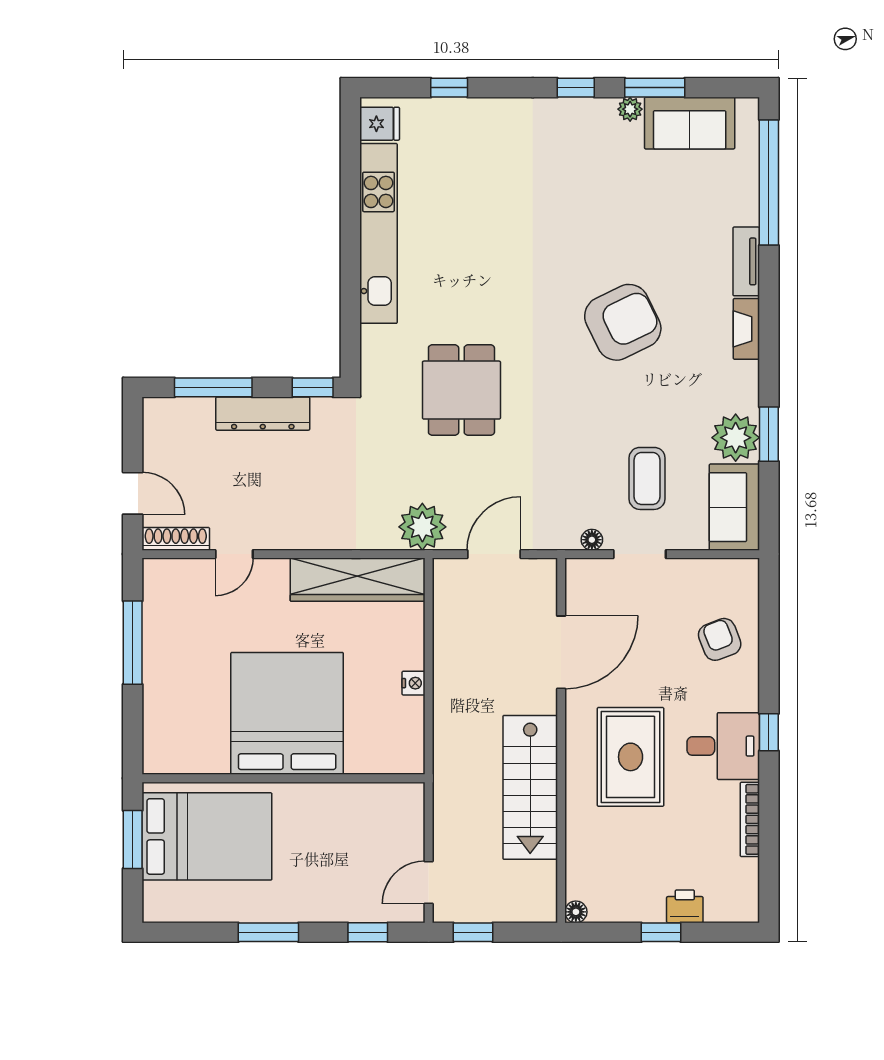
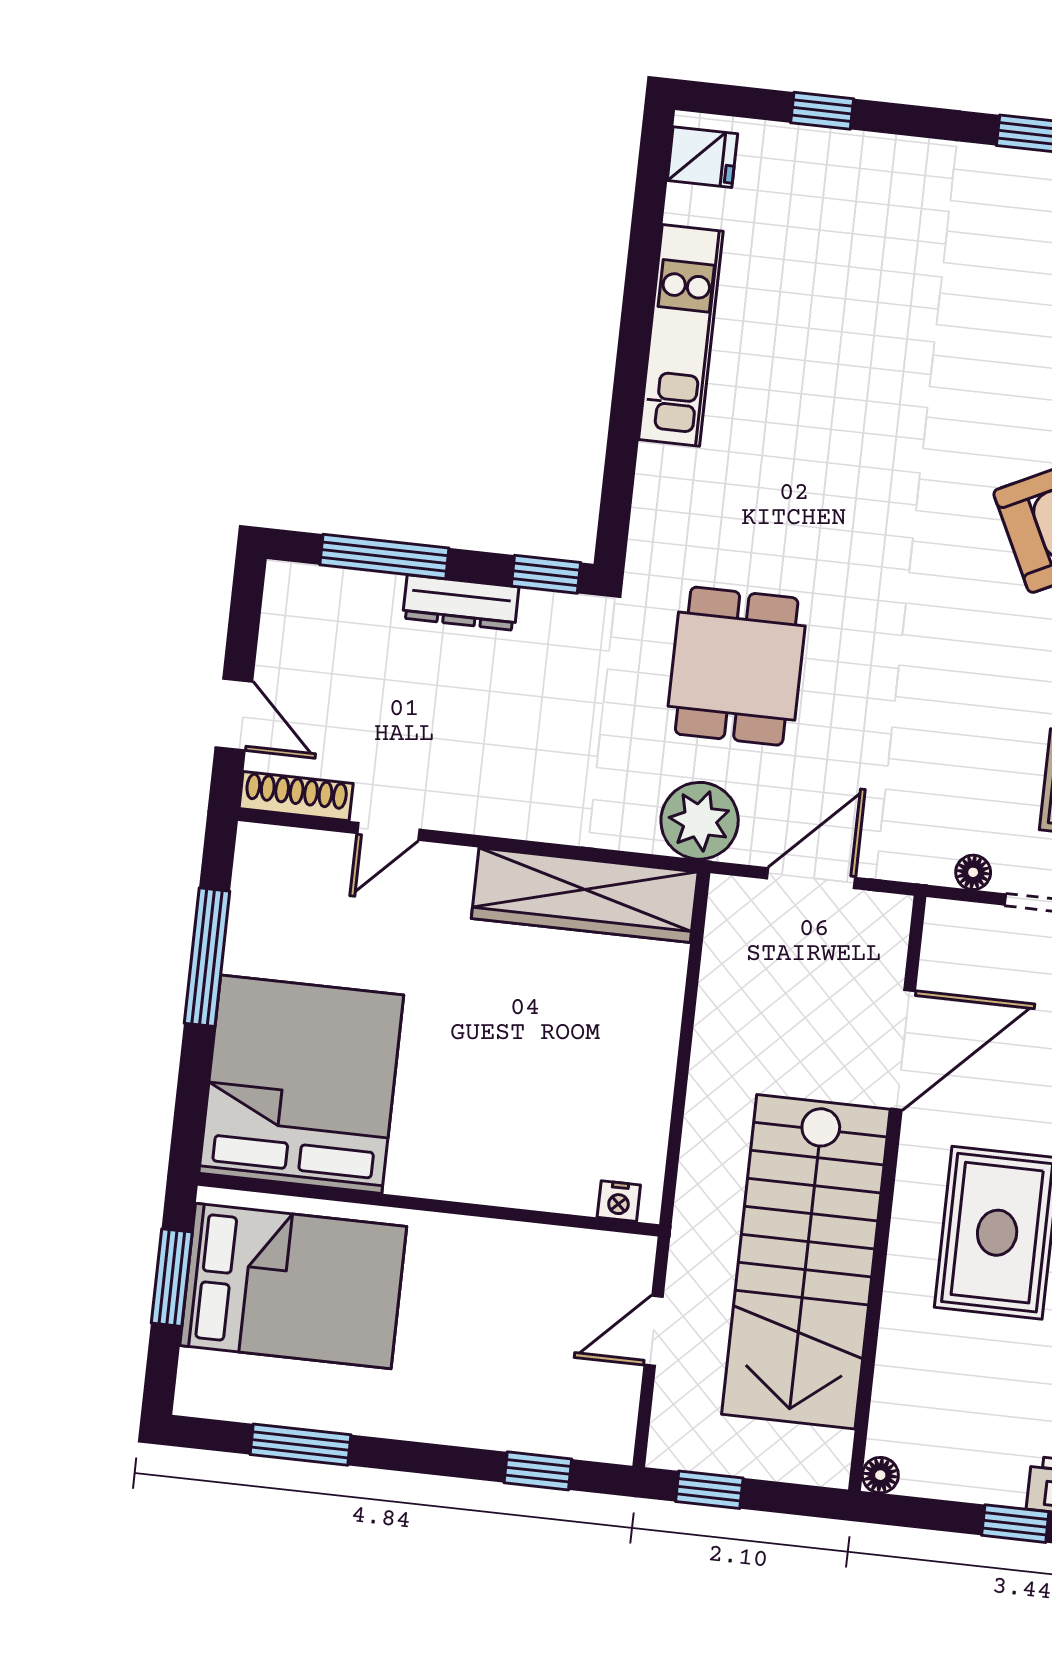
kitchen unit: (378, 233) -> (681, 335), width x0.73
dining table: (461, 390) -> (737, 666), moved
dresser: (263, 414) -> (461, 603), width x0.73, depth x0.80
nightstand: (414, 683) -> (619, 1201), moved, turned 90
bed: (287, 713) -> (301, 1084), moved
stairs: (530, 787) -> (806, 1262), width x1.36, depth x1.51
door: (429, 882) -> (654, 1331), moved
window: (268, 932) -> (300, 1445), moved

